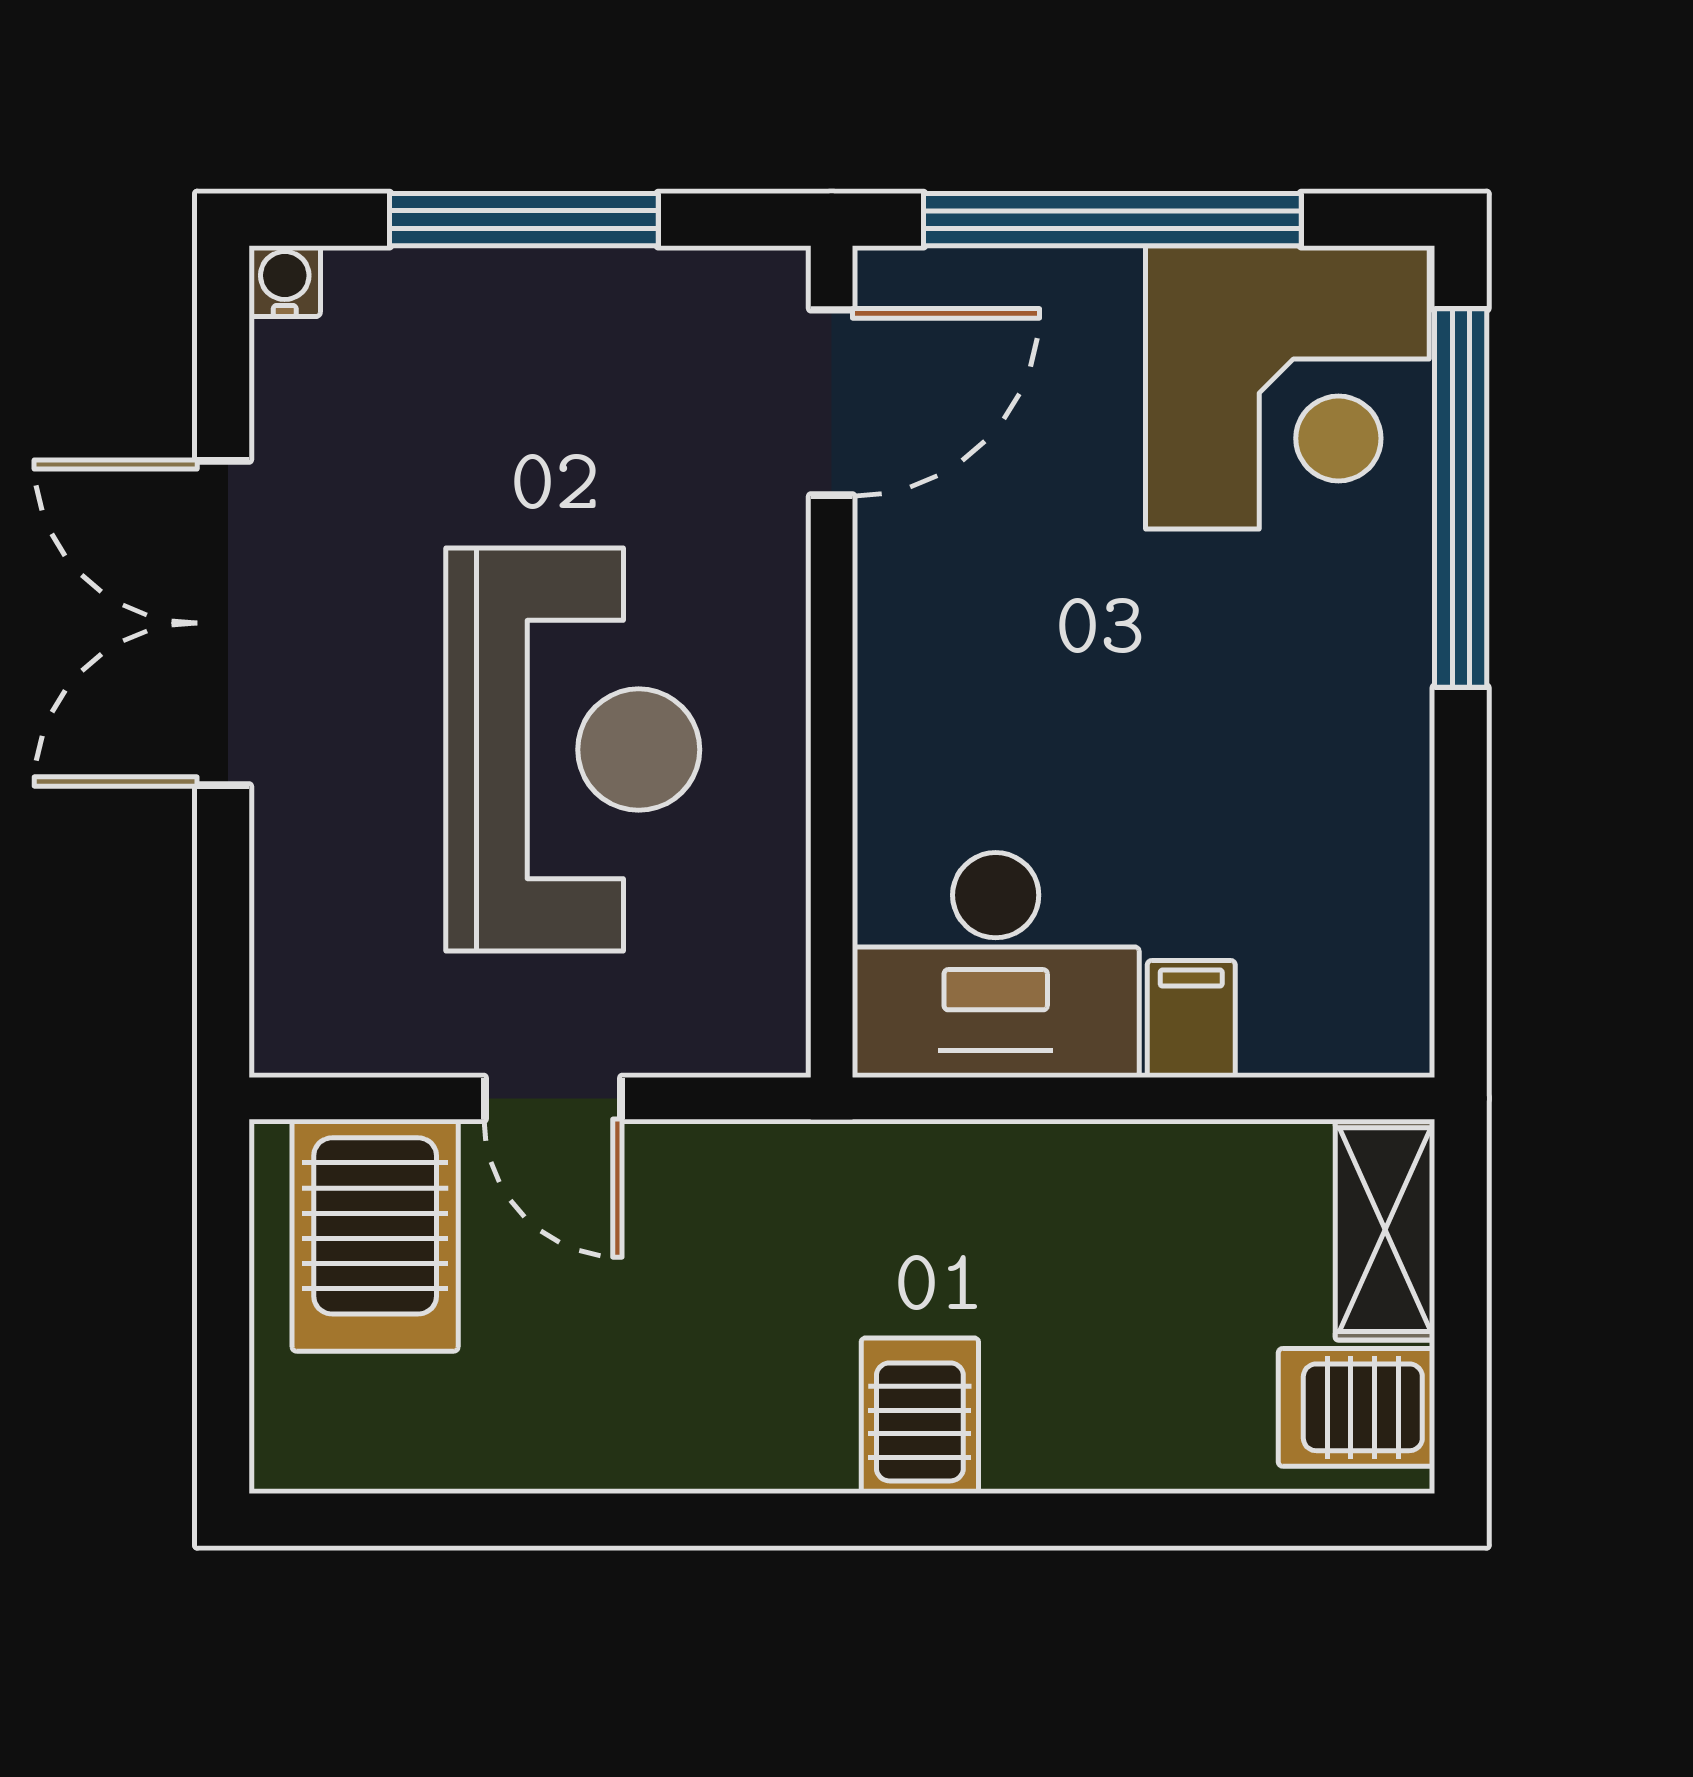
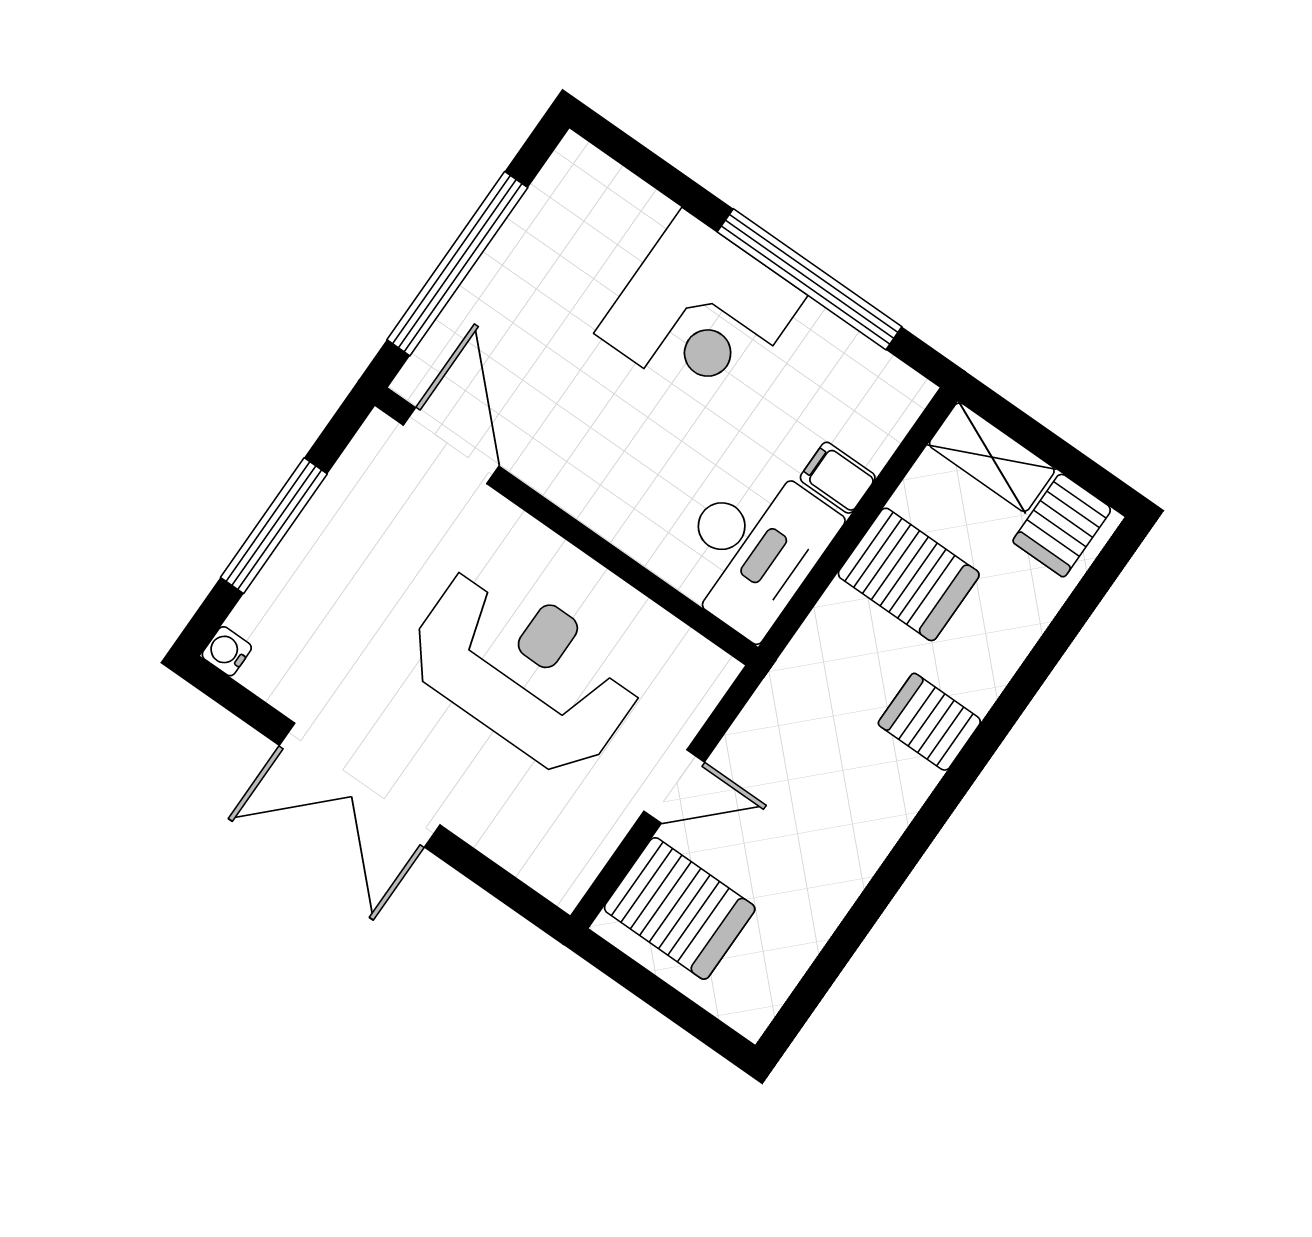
corner desk: (1287, 387) -> (701, 314), moved, turned 90
window: (1461, 498) -> (810, 279), moved
server rack: (1120, 1228) -> (909, 574), added

